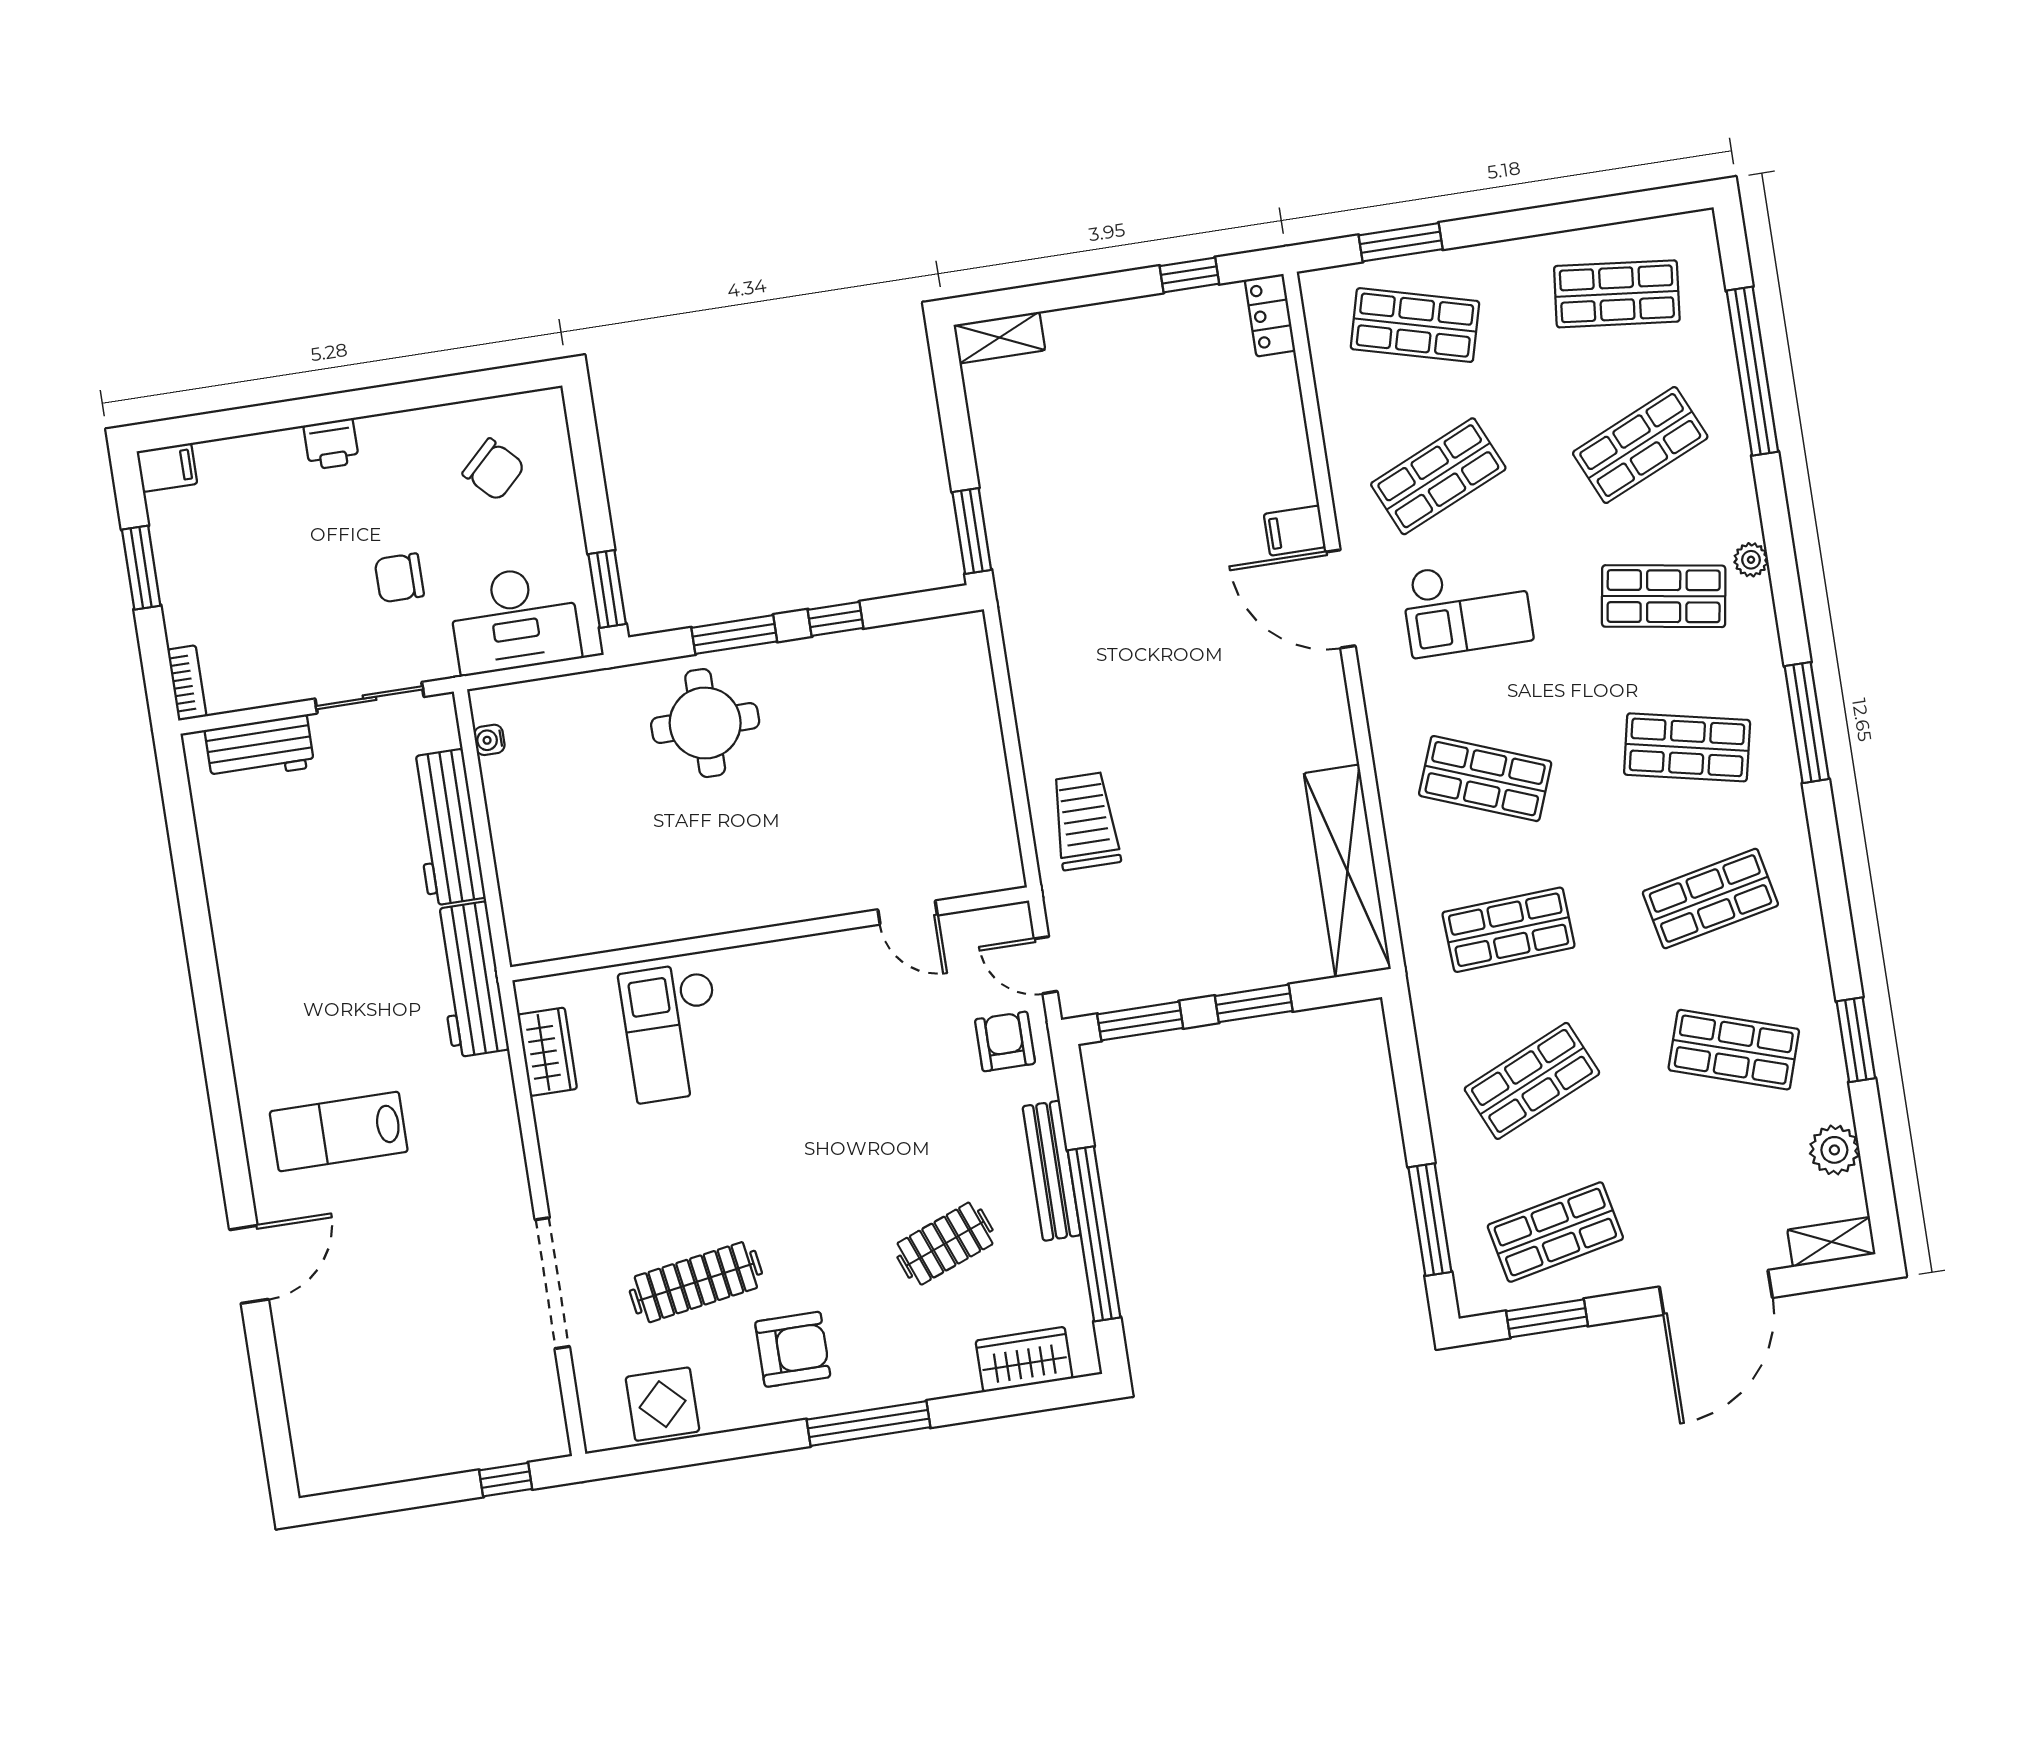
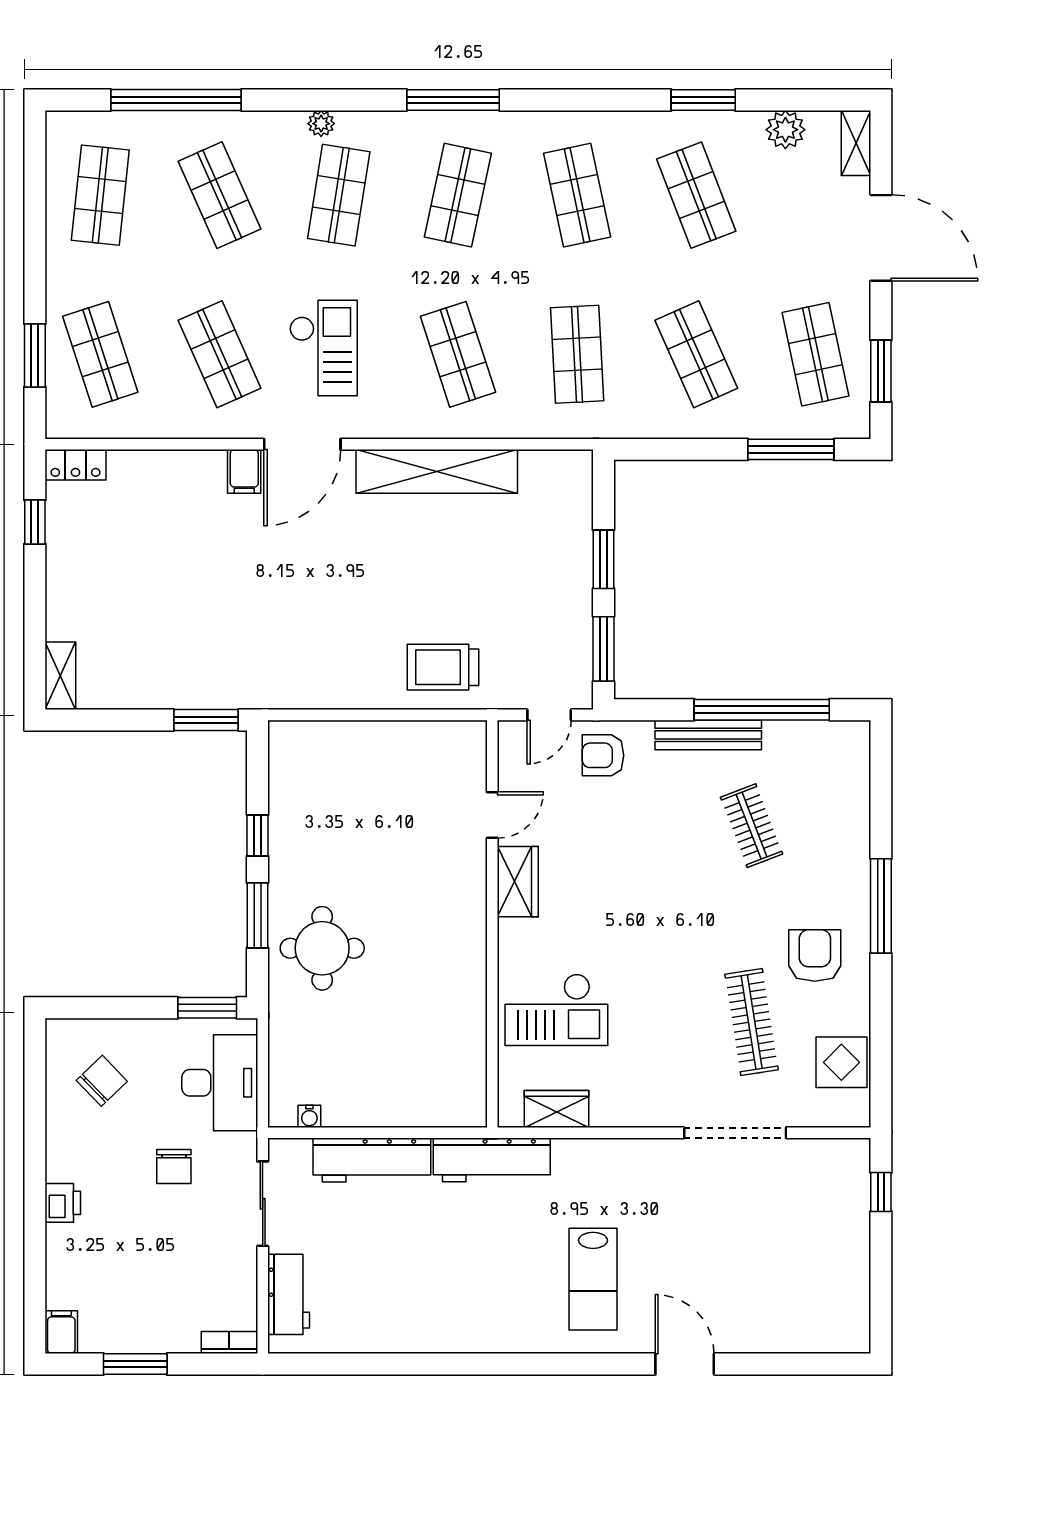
shop shelf: (1415, 325) -> (100, 354), turned -33
shop shelf: (1485, 779) -> (458, 354), turned -39
shelving: (1347, 871) -> (437, 471), moved
shop shelf: (1734, 1050) -> (696, 195), turned -39
wardrobe: (1024, 1360) -> (518, 882), moved, turned 180

